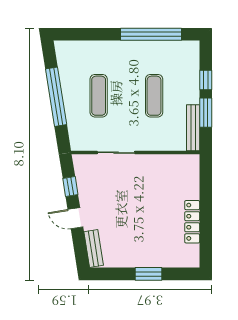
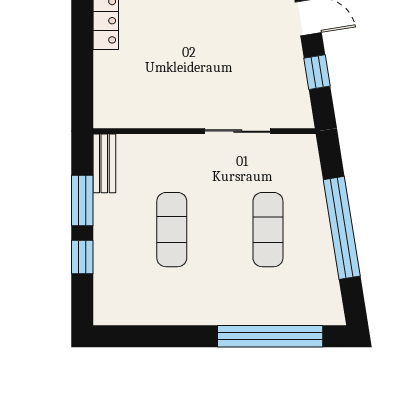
window: (151, 34) -> (270, 336), moved
bench: (193, 128) -> (104, 163), width x0.73

